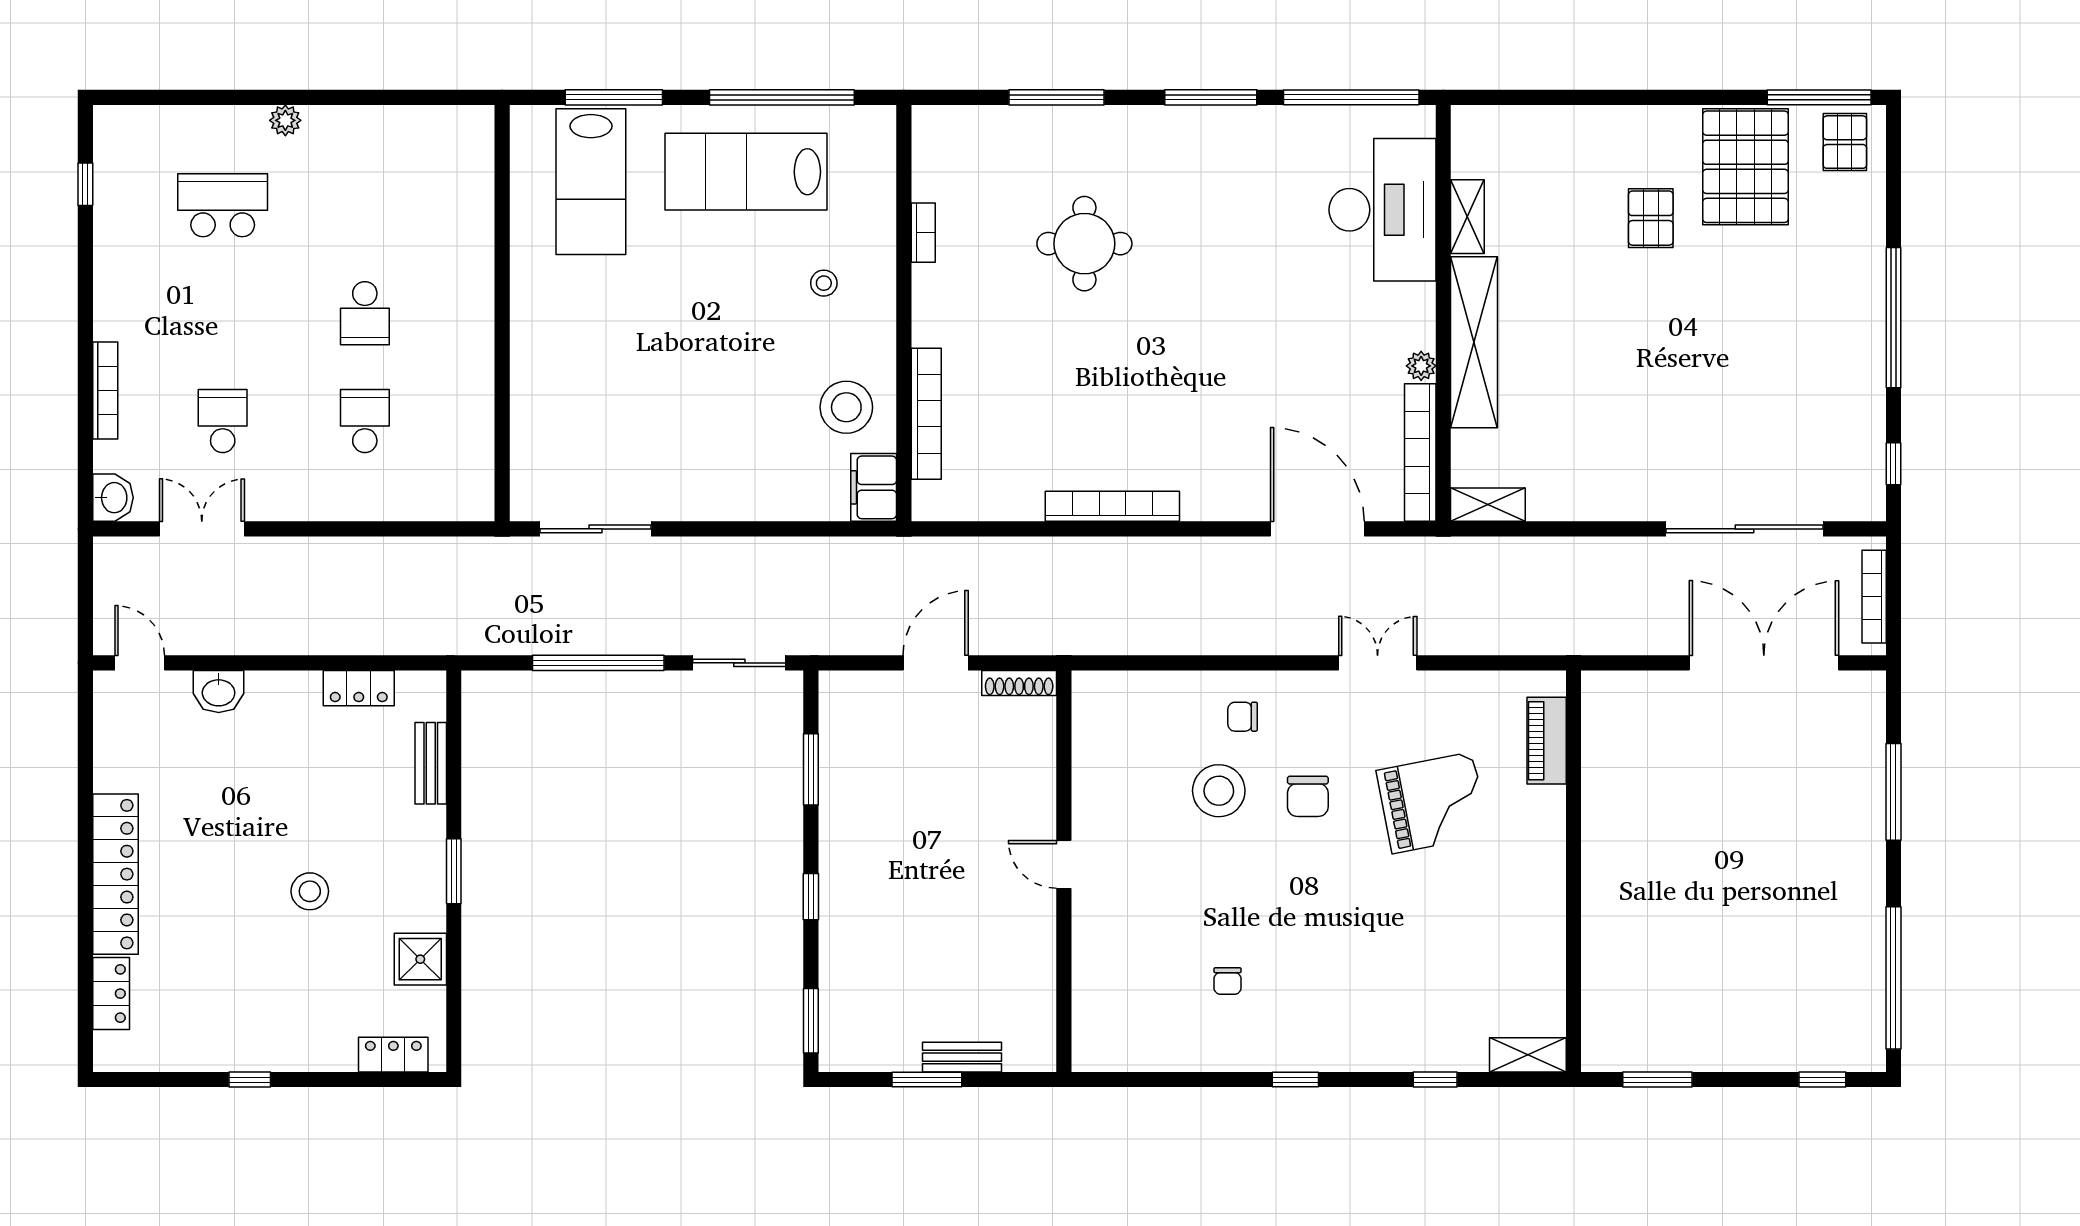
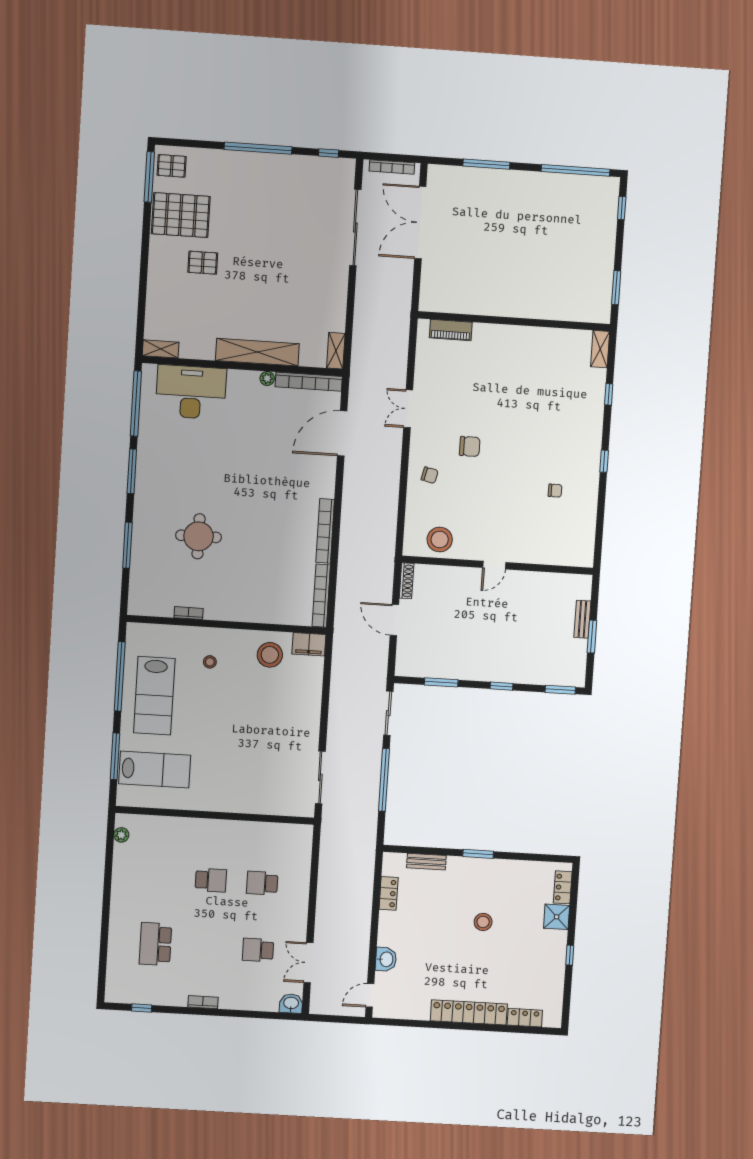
plant: (285, 120) -> (121, 835), moved
shelving: (1467, 217) -> (161, 349), moved
bookcase: (105, 390) -> (203, 1002), moved, width x0.64
bookcase: (926, 414) -> (321, 596), moved, turned -90
chair: (1243, 717) -> (430, 475), turned -77
stool: (1219, 791) -> (440, 540), moved
grand piano: (1432, 803) -> (477, 387), removed
shower: (420, 959) -> (557, 917), moved

